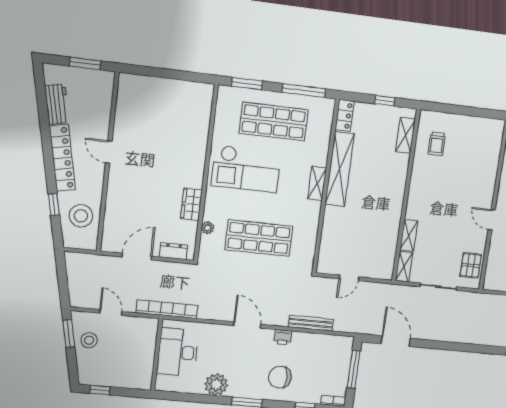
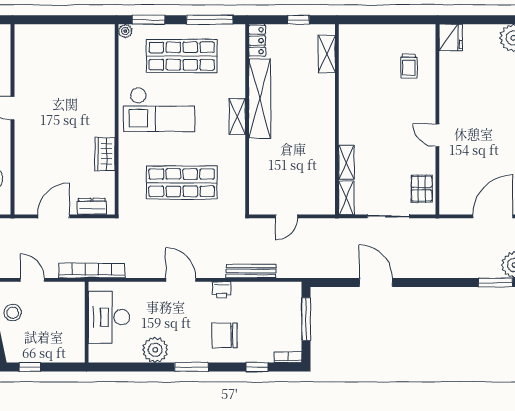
trolley: (437, 144) -> (409, 66), moved
plant: (208, 228) -> (125, 31), moved
door: (396, 341) -> (376, 282), moved

